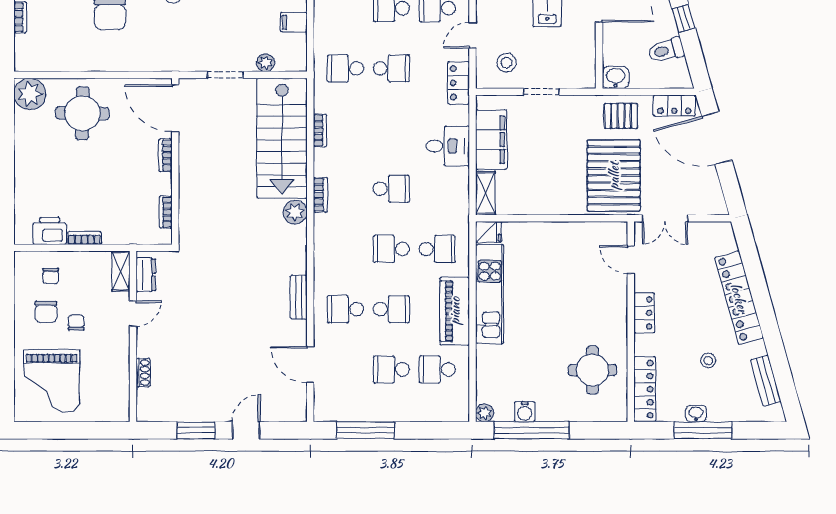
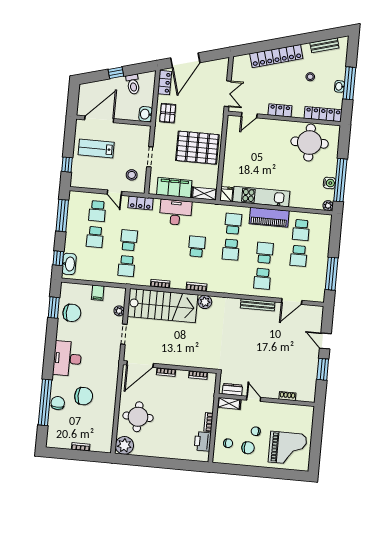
desk: (448, 146) -> (176, 212), width x1.37
pallet: (614, 176) -> (197, 148), moved
bench: (299, 297) -> (258, 305), width x1.36
round table: (592, 370) -> (310, 143), width x1.36, depth x1.36

